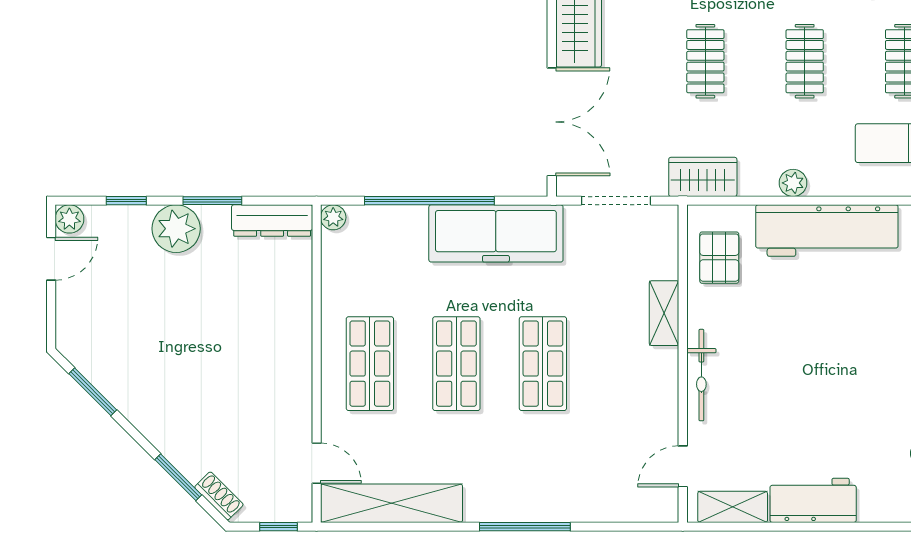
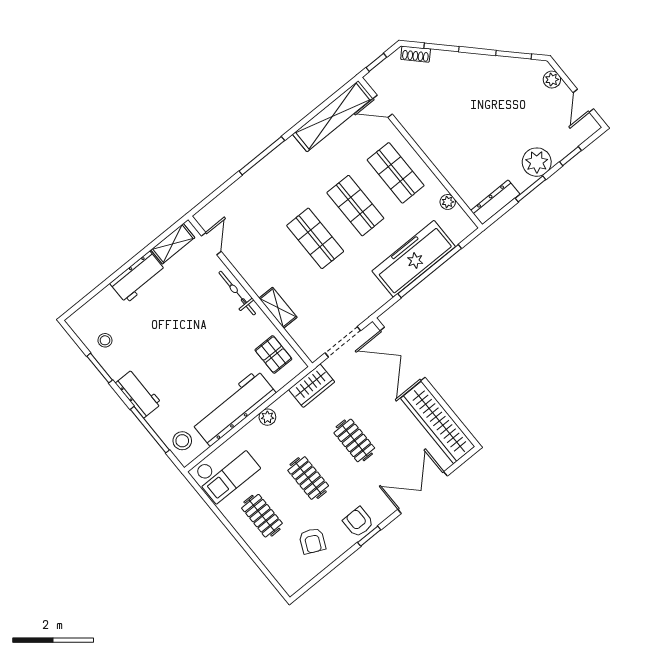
plant: (333, 217) -> (448, 202), moved
plant: (69, 219) -> (552, 80), moved
freezer: (496, 233) -> (414, 259), moved

